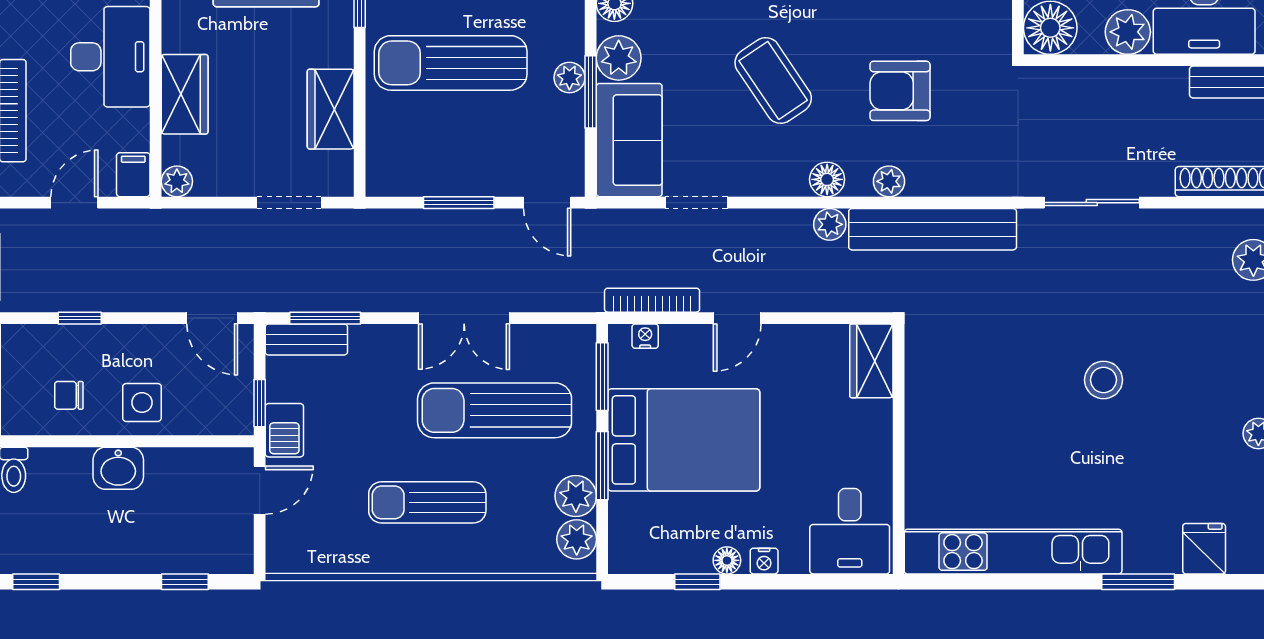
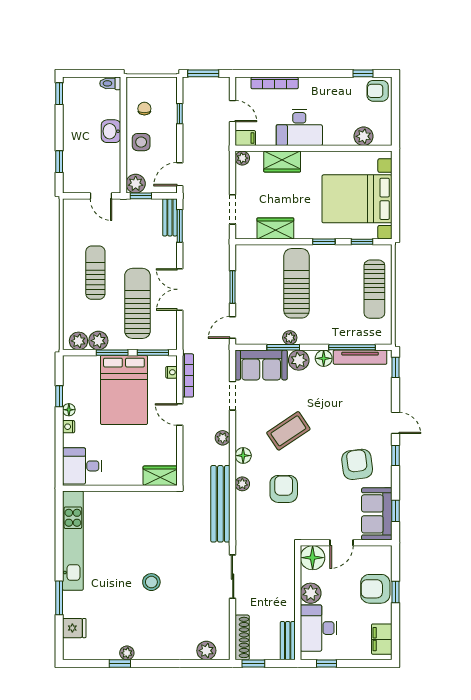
plant: (830, 224) -> (223, 438), moved
plant: (233, 414) -> (136, 184), added
barbecue: (284, 430) -> (128, 207), removed

